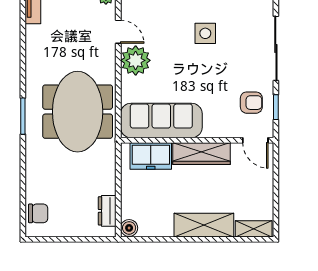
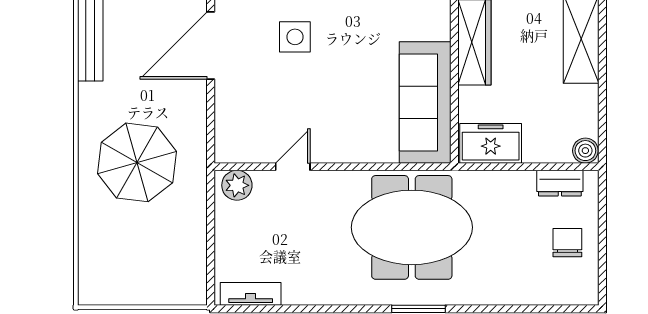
plant: (136, 60) -> (335, 141), removed
freezer: (151, 156) -> (491, 143), moved, turned -90
chair: (38, 213) -> (567, 243), moved

